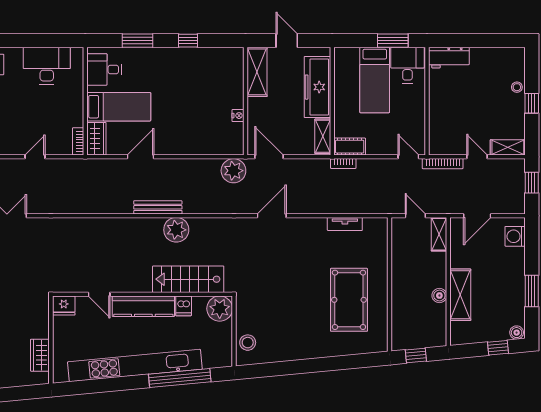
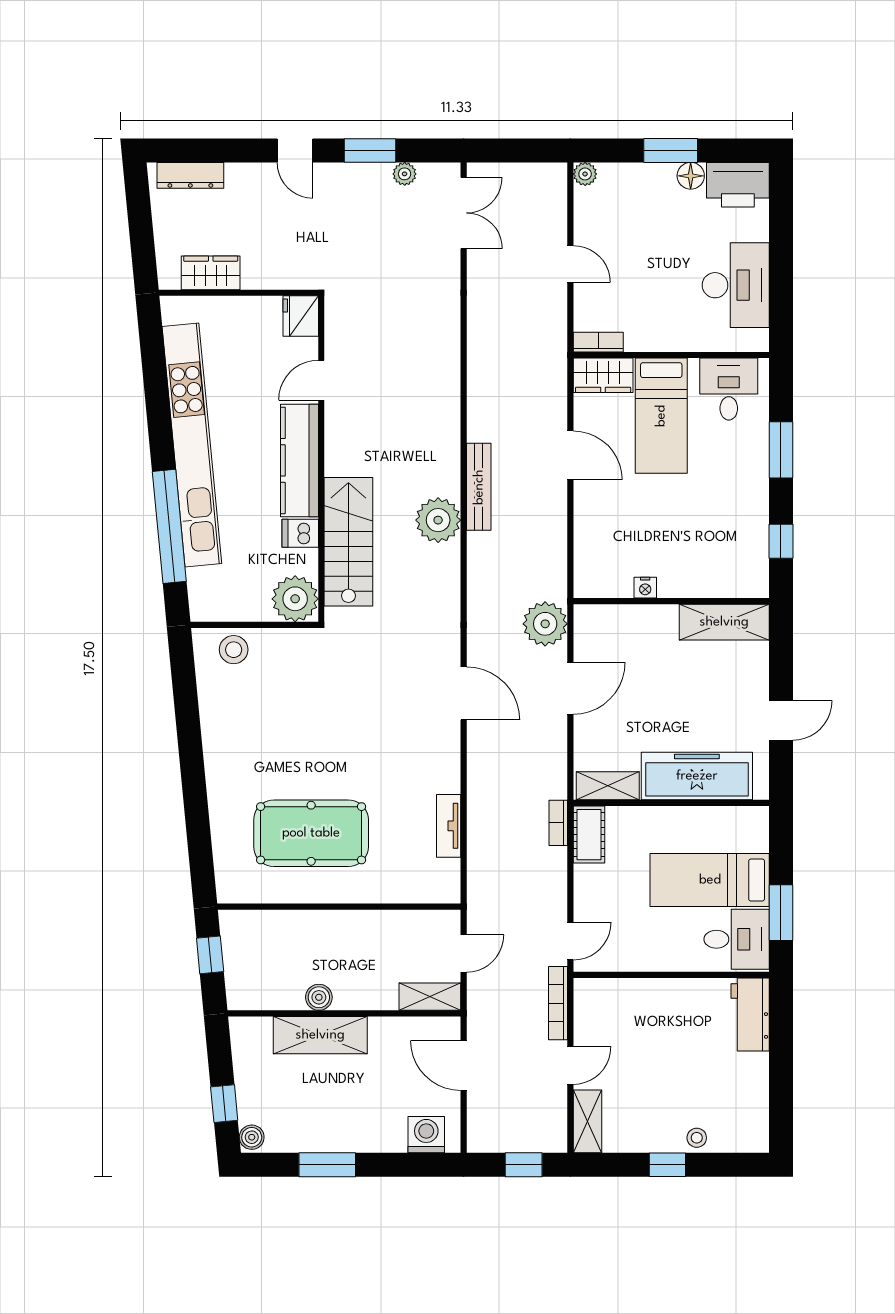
shelving: (257, 72) -> (724, 622), moved
wall: (246, 101) -> (671, 601), moved
nightstand: (238, 116) -> (645, 588), moved

